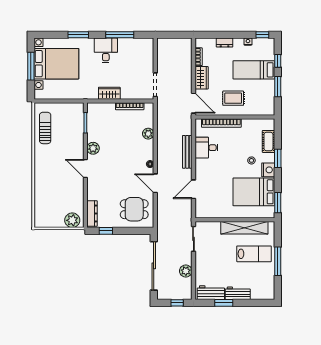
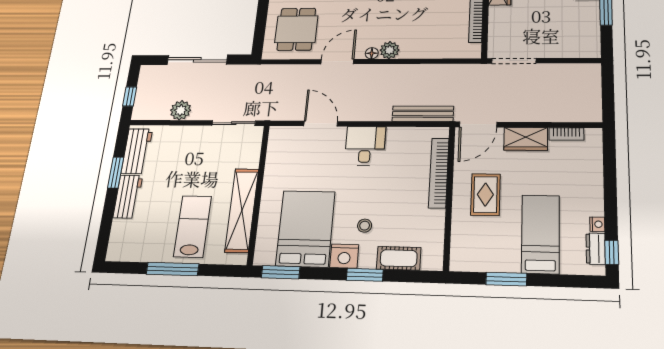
dresser: (225, 43) -> (596, 249), moved
window: (278, 61) -> (559, 281), removed
plant: (148, 134) -> (390, 50), moved
desk: (206, 148) -> (365, 146), moved
bench: (187, 152) -> (423, 114), moved
lab bench: (254, 254) -> (193, 226), turned 180
sliding door: (154, 266) -> (197, 60), width x0.73

